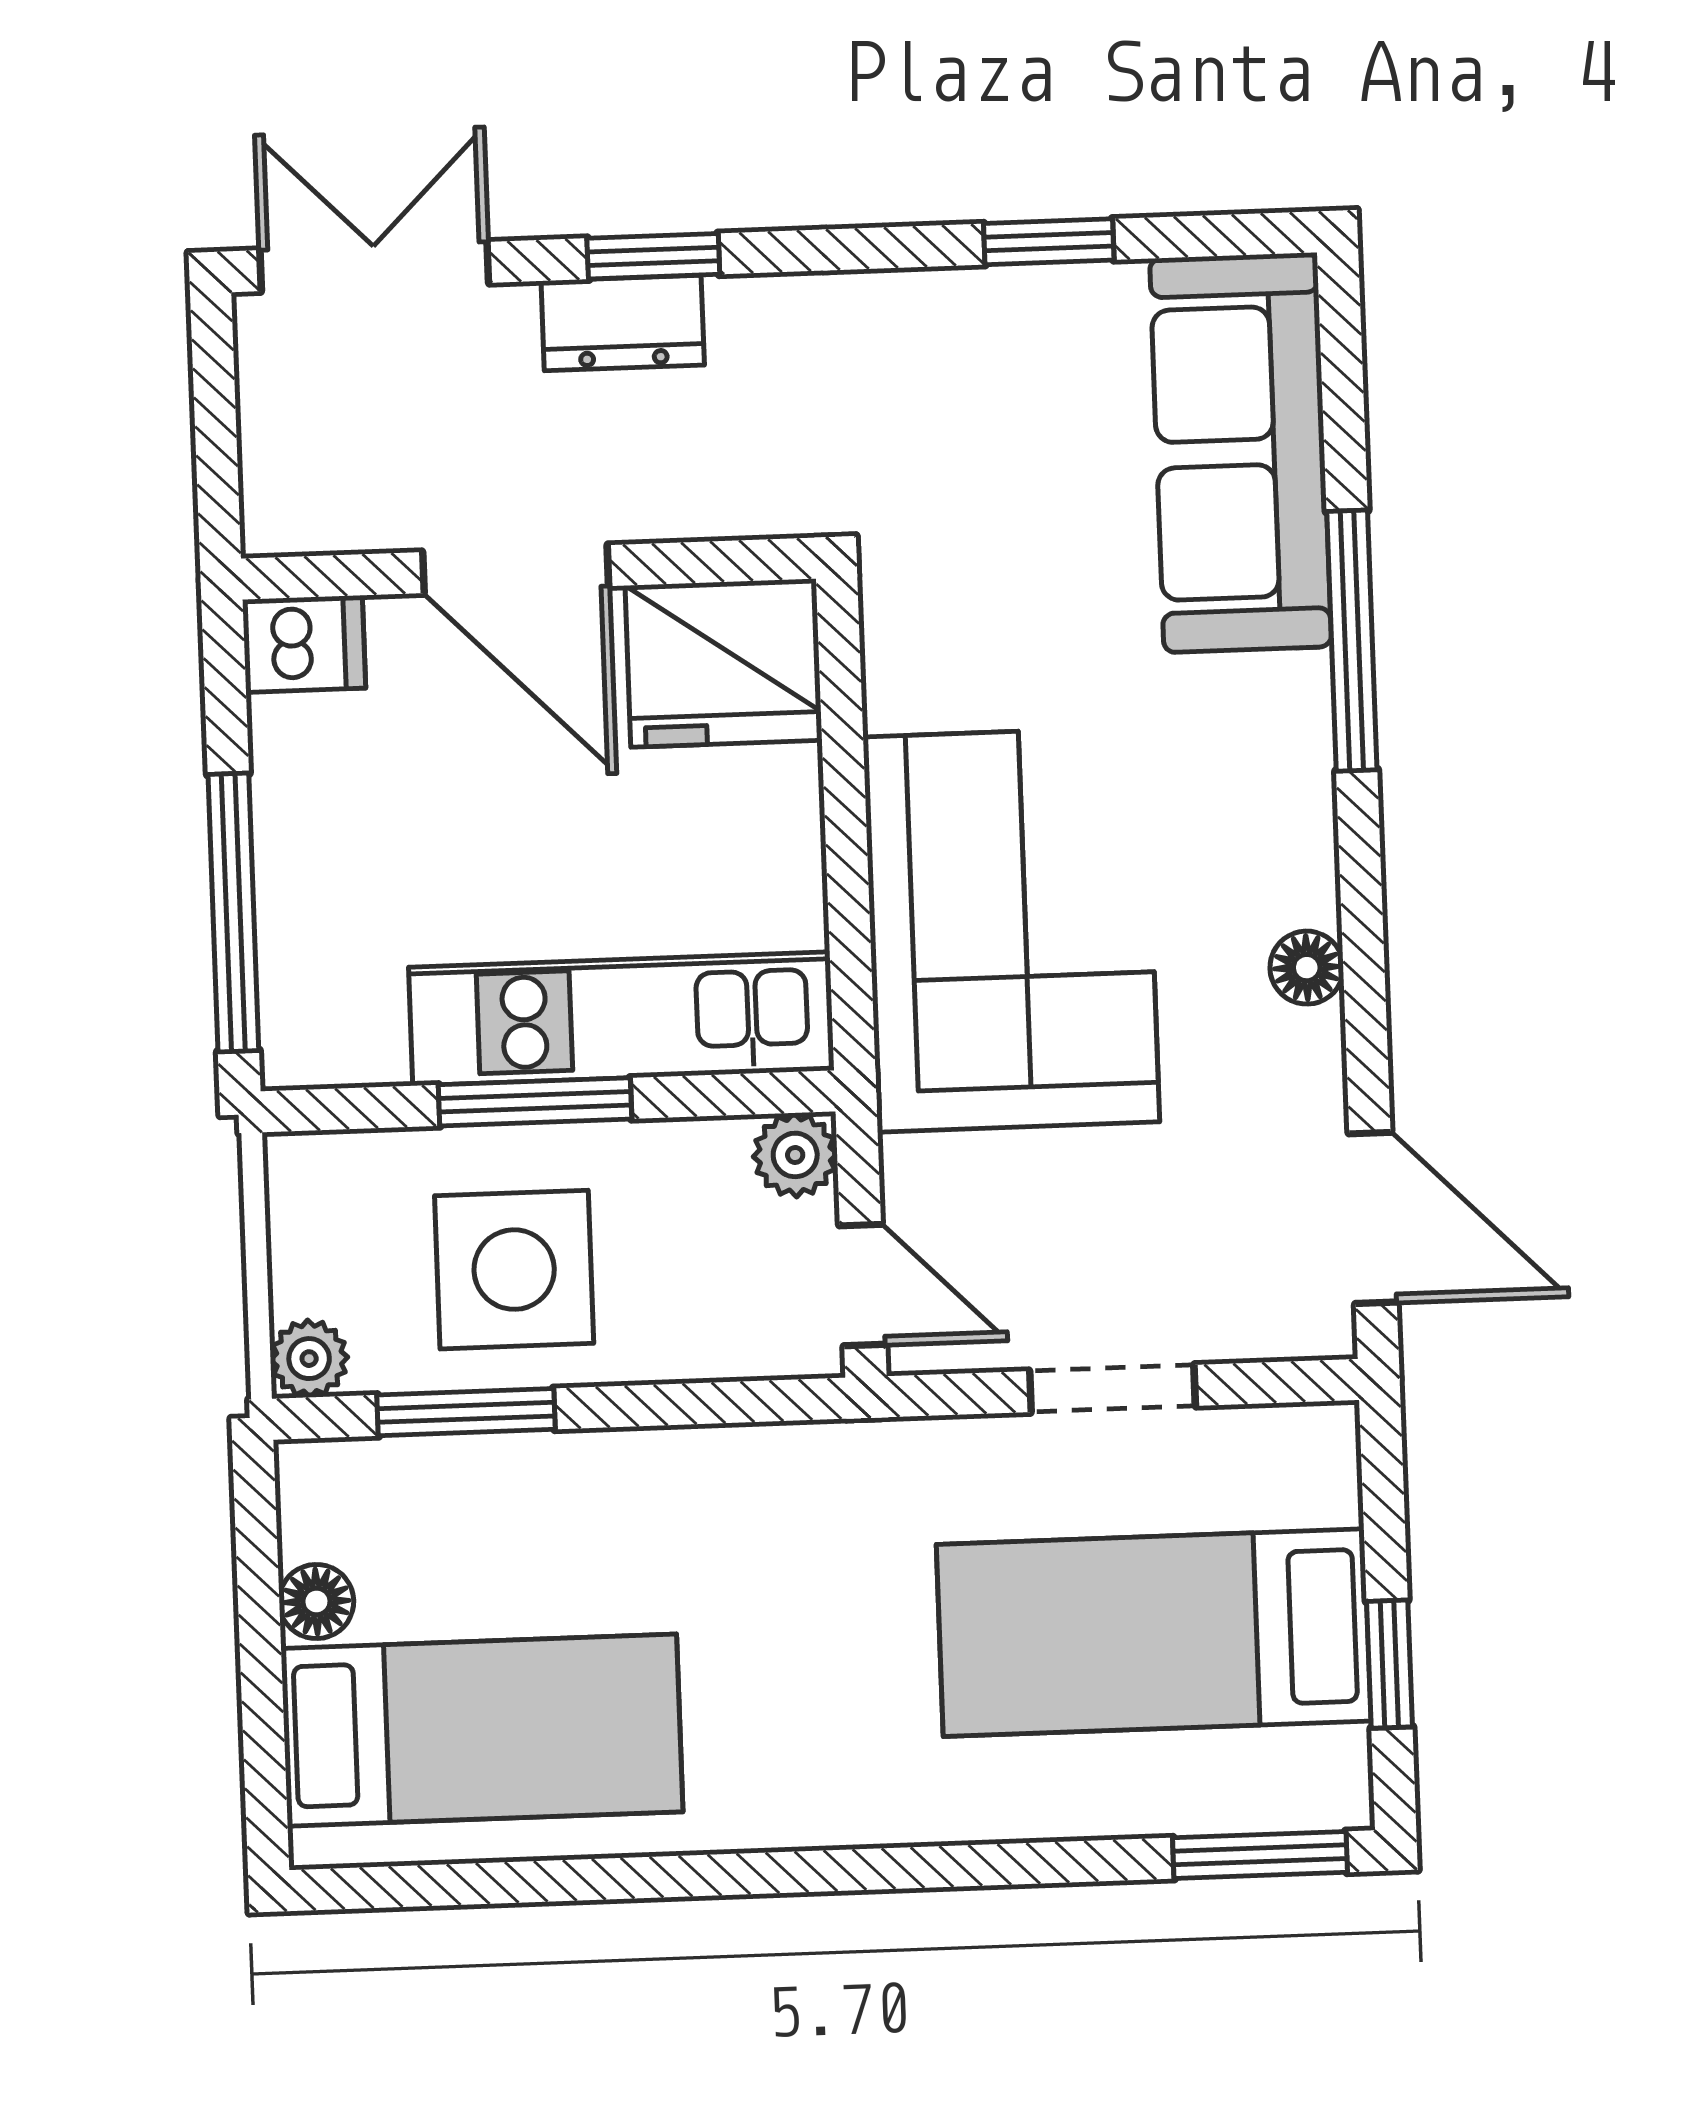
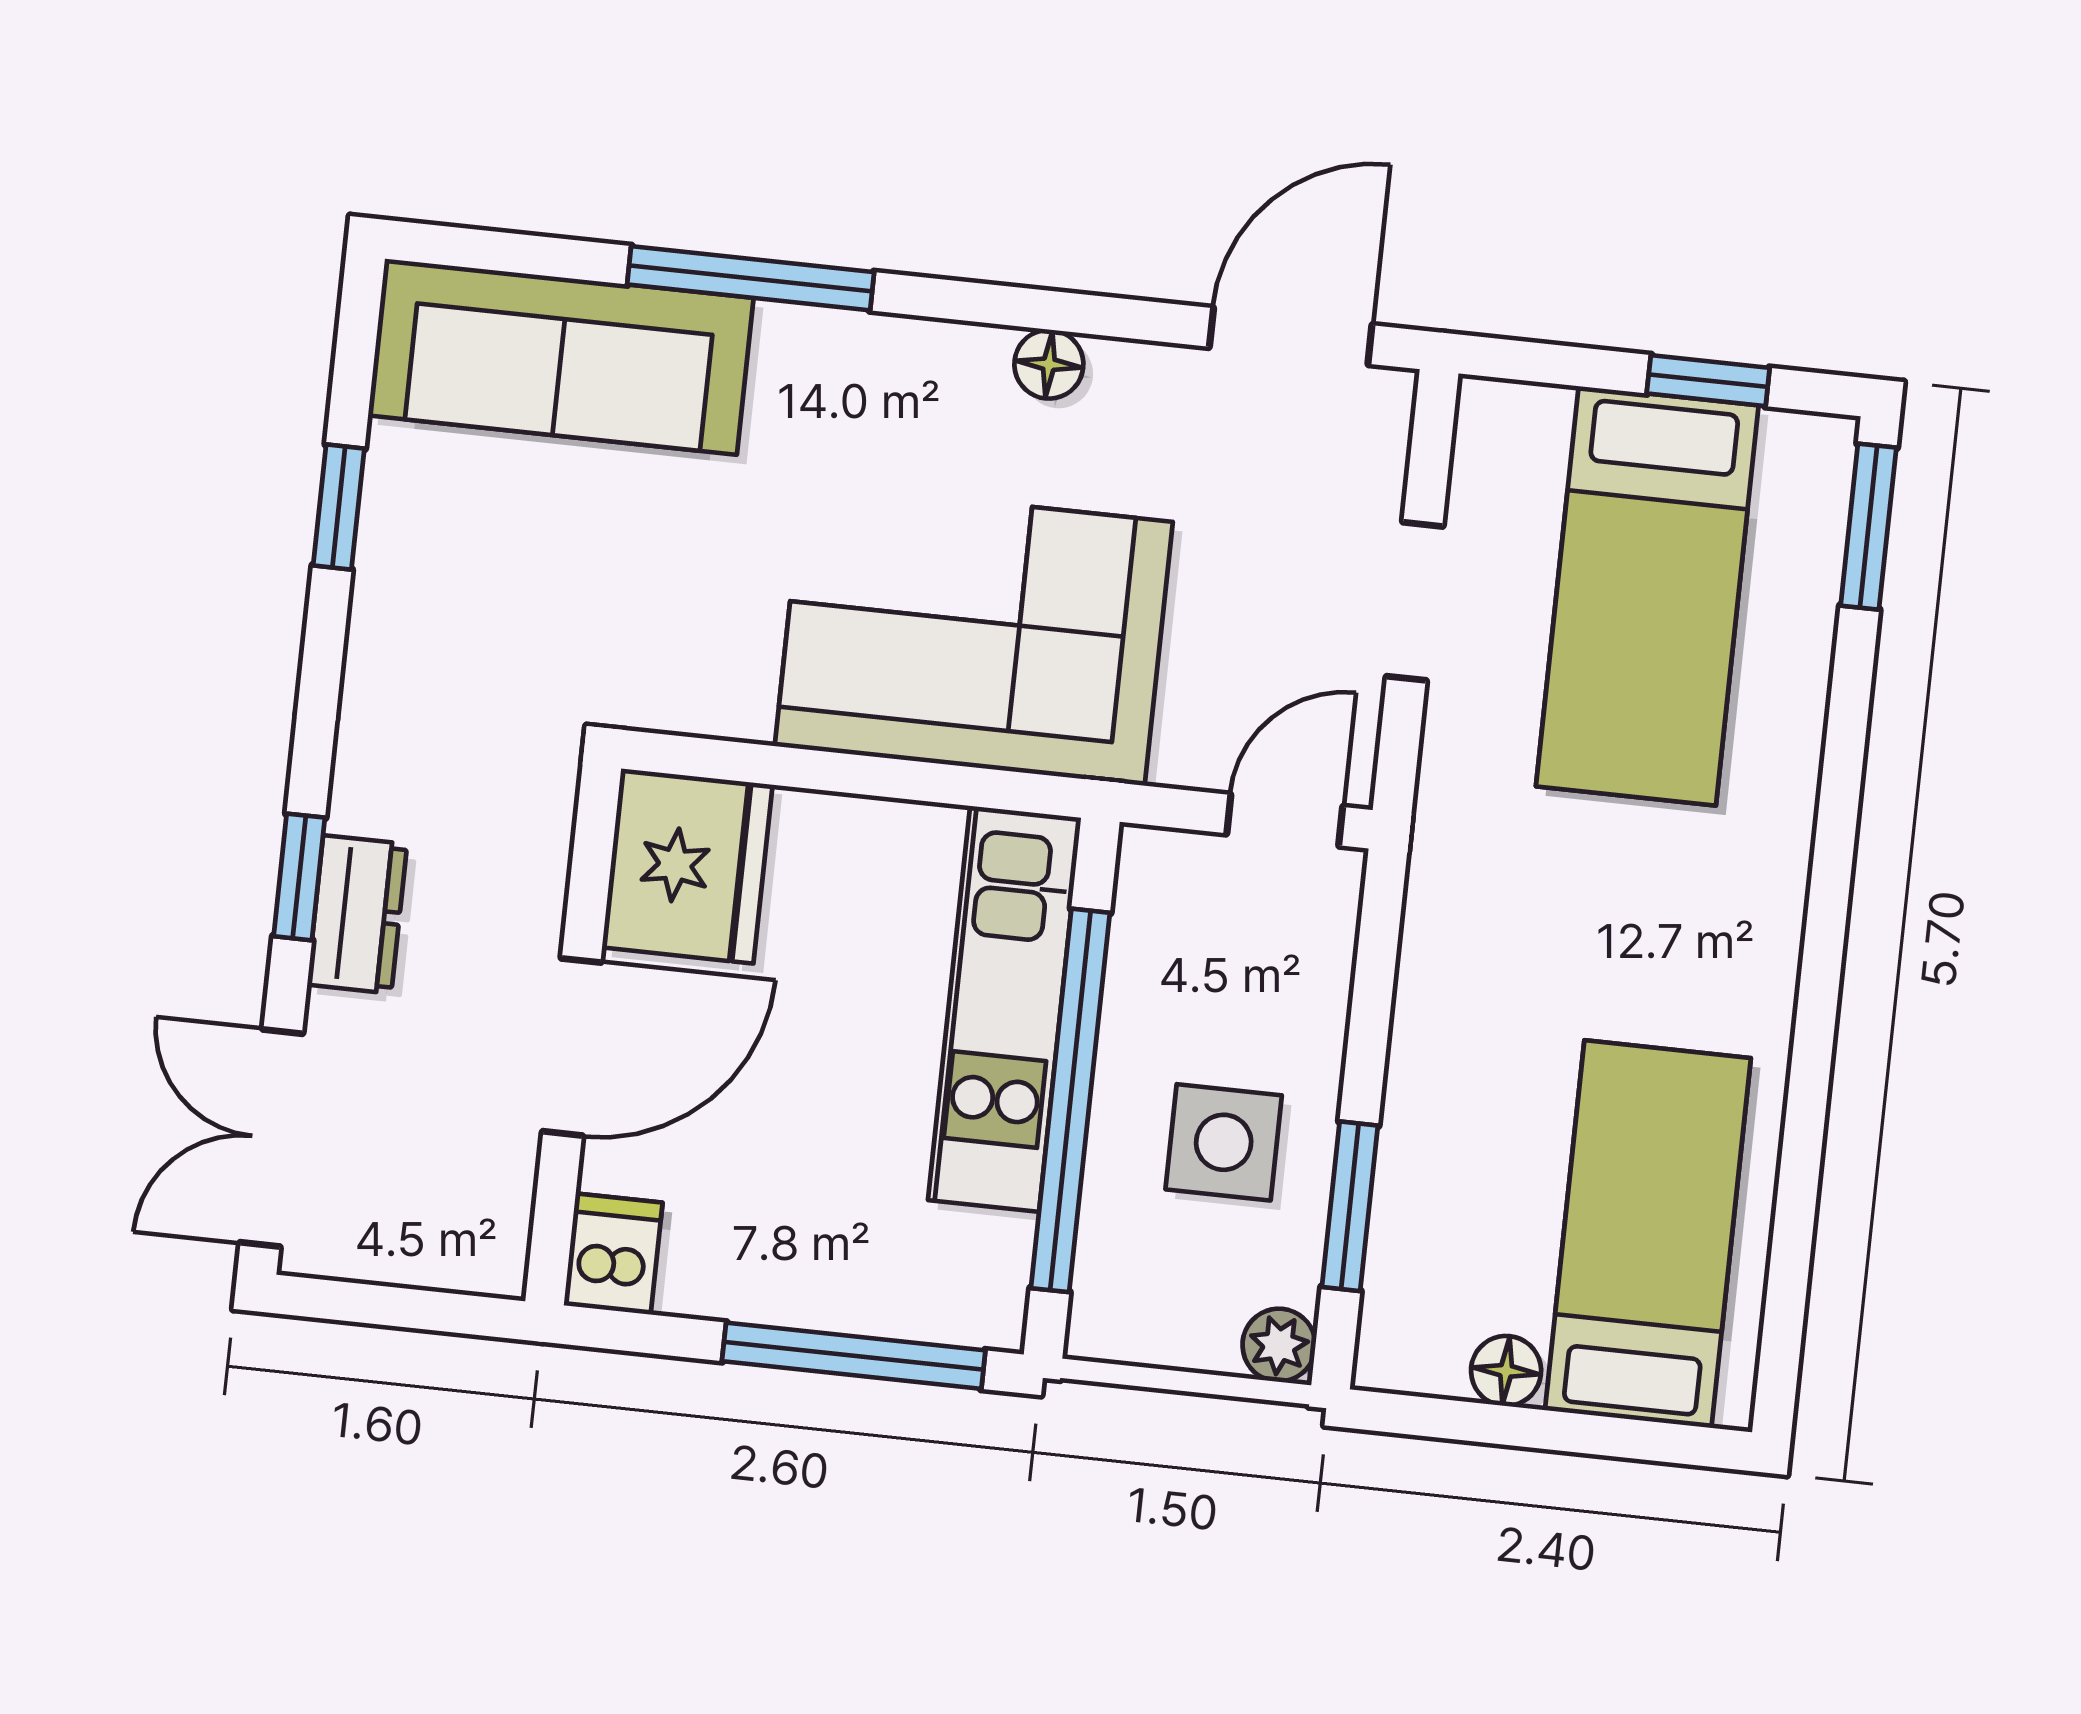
window: (535, 1102) -> (1070, 1100), width x2.11
plant: (795, 1155) -> (1155, 865), removed
side table: (514, 1270) -> (1224, 1142), width x0.73, depth x0.73

